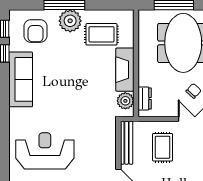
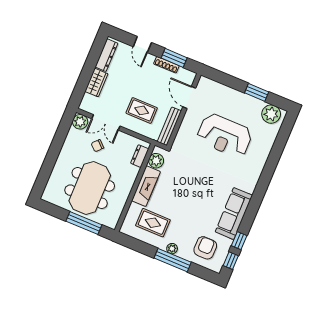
plant: (70, 21) -> (172, 249), width x0.53, depth x0.53
rug: (163, 147) -> (142, 110), turned 90
reception desk: (45, 151) -> (225, 135), moved

